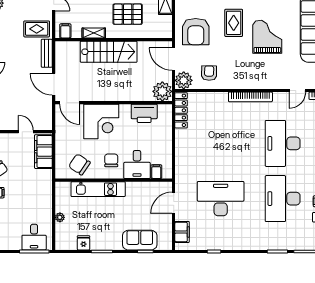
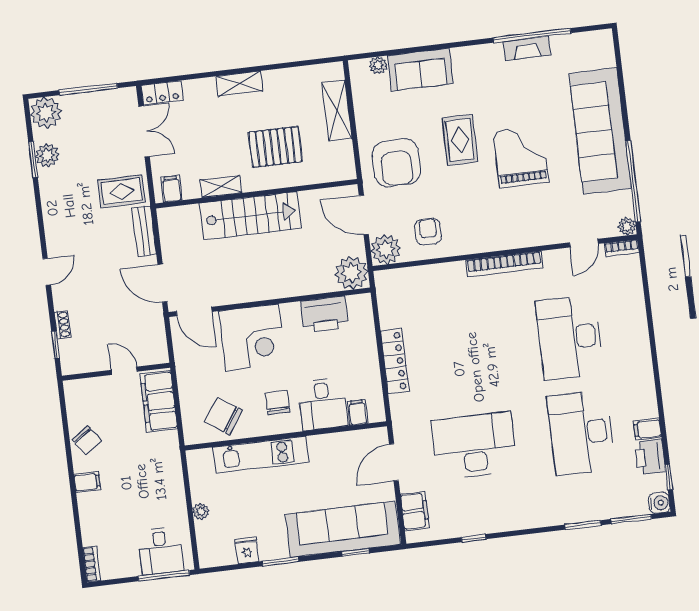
locker: (181, 110) -> (395, 361), moved
sofa: (140, 240) -> (343, 529), width x1.85, depth x1.27

